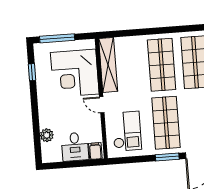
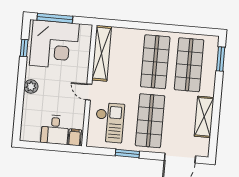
corner desk: (75, 73) -> (54, 45), moved, turned -90
plant: (47, 135) -> (31, 87), moved
window: (167, 157) -> (127, 154), moved

